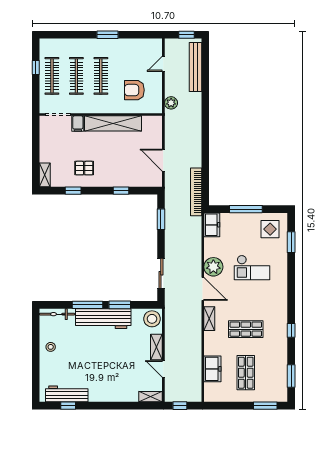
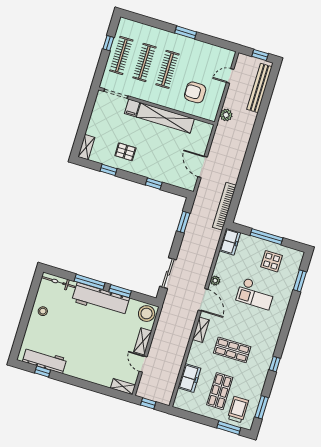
display table: (270, 229) -> (271, 261), moved
plant: (213, 267) -> (215, 281), width x0.53, depth x0.53
trolley: (269, 385) -> (238, 410), added

